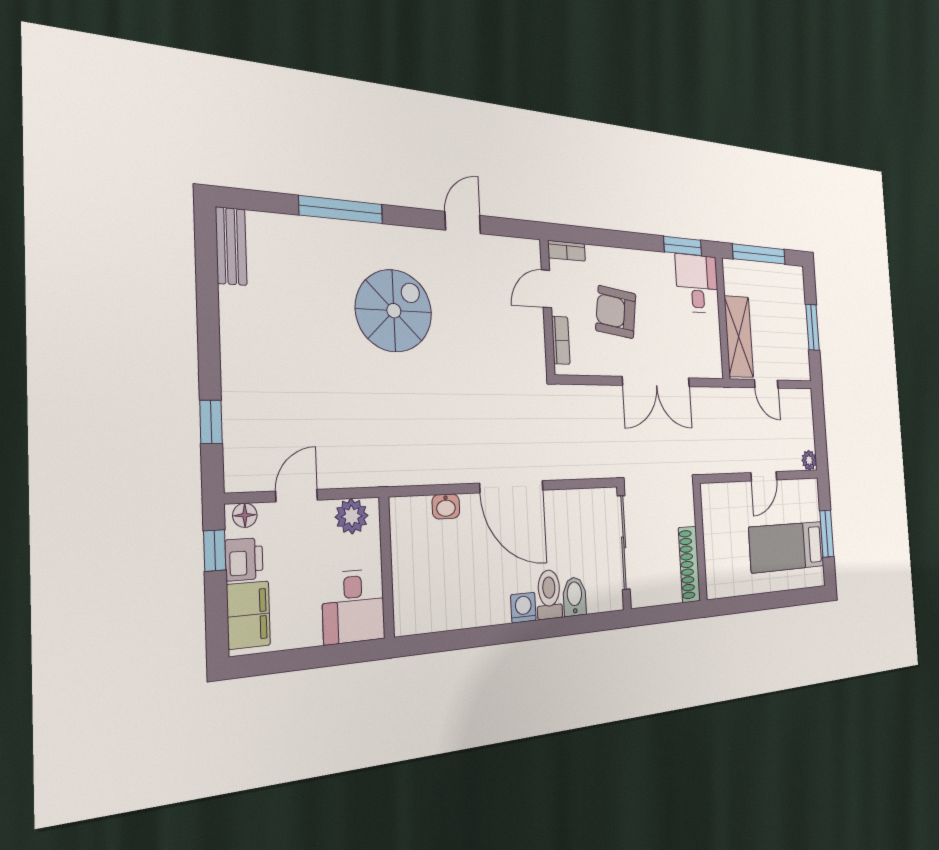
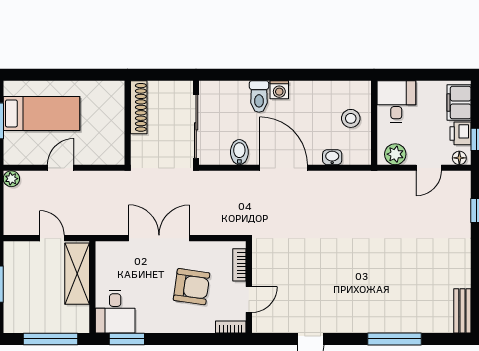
spiral stairs: (394, 311) -> (362, 279), removed
stool: (422, 571) -> (351, 118), added
bidet: (575, 596) -> (239, 152), moved, turned 180

